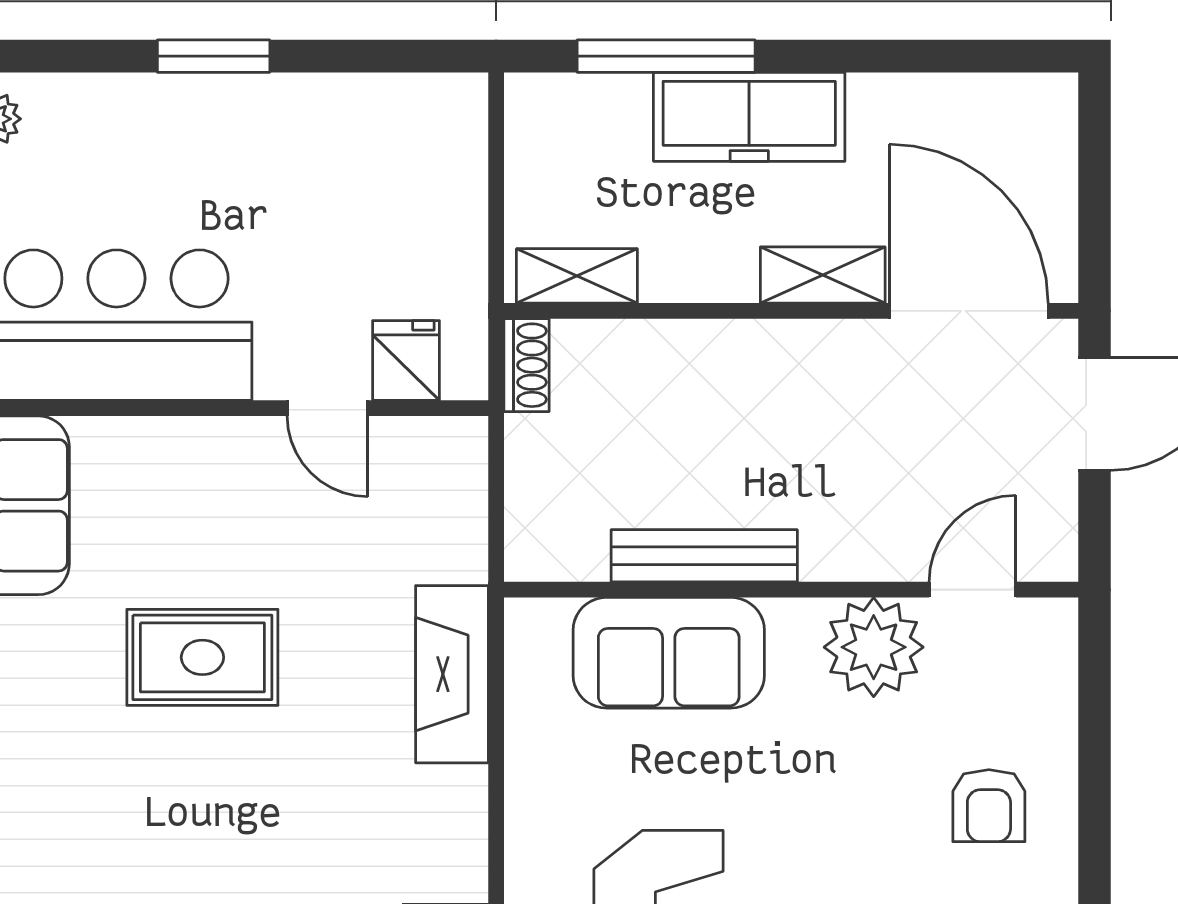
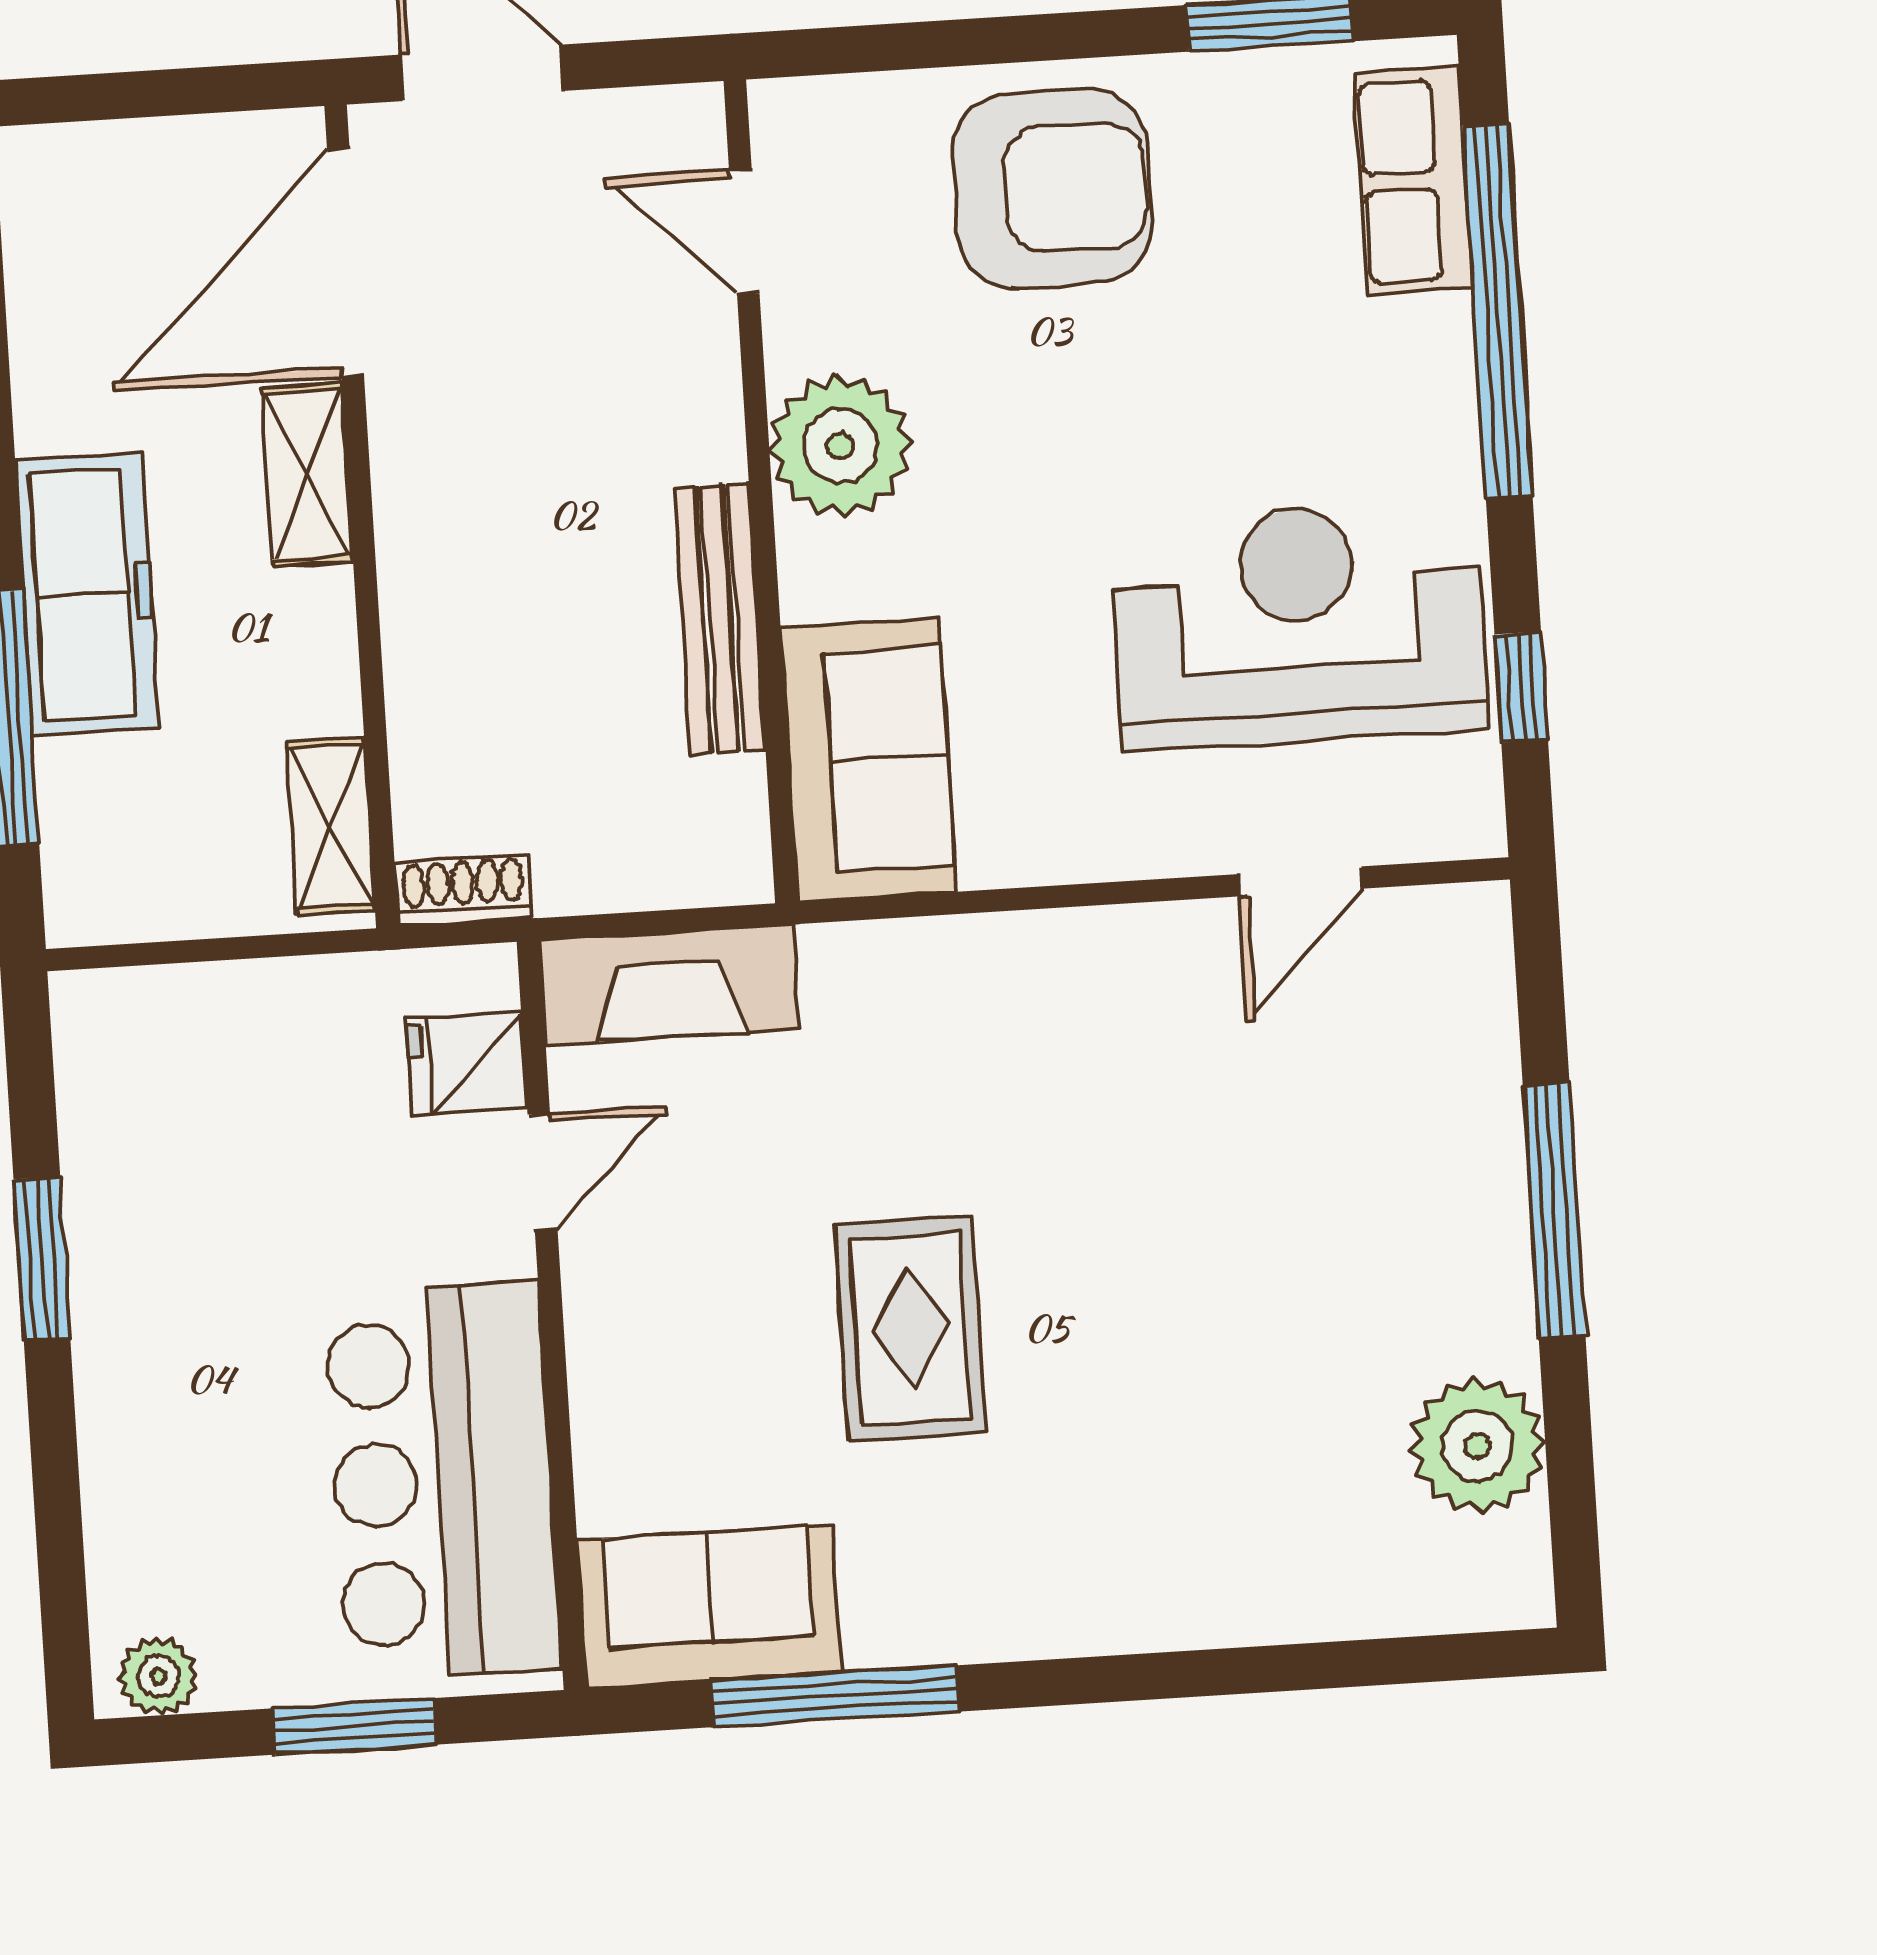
window: (214, 56) -> (42, 1258), moved
plant: (874, 647) -> (840, 446), moved
sofa: (669, 653) -> (868, 760), moved
fireplace: (452, 674) -> (669, 985), moved
armchair: (989, 806) -> (1052, 189), width x1.88, depth x1.88

